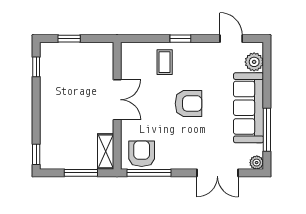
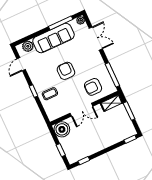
boiler: (100, 55) -> (62, 129), added
double door: (117, 100) -> (81, 110), swing flipped
armchair: (142, 154) -> (93, 87), moved

